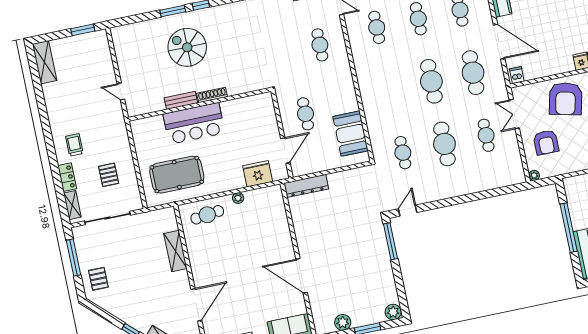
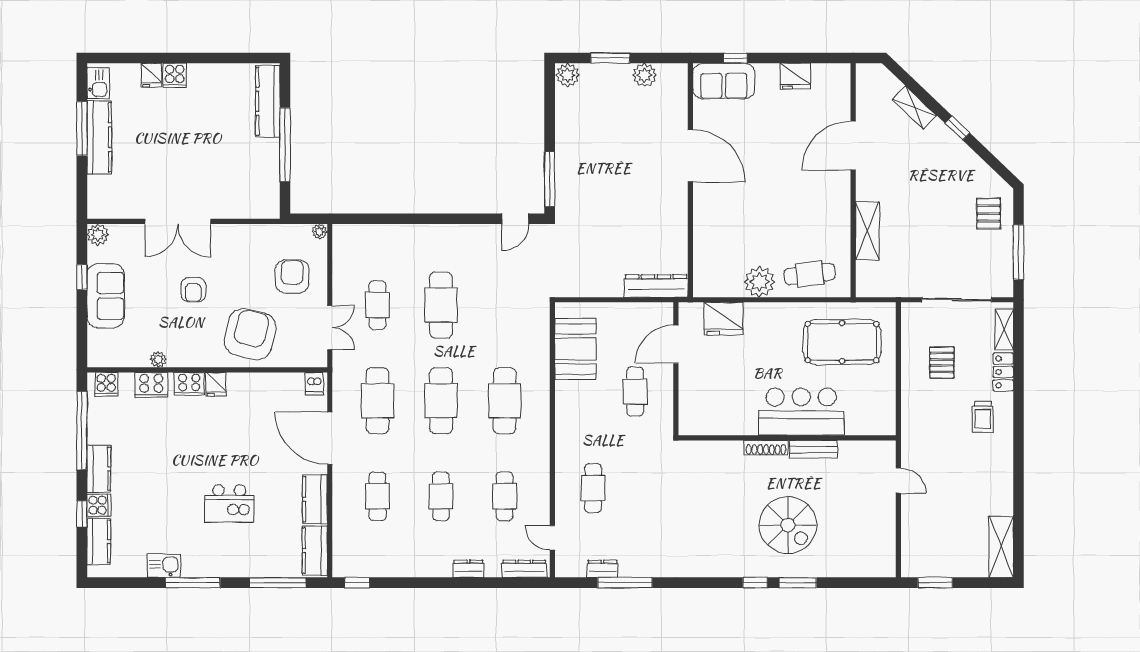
cafe table: (403, 153) -> (505, 401), moved, width x1.37, depth x1.35
plant: (238, 198) -> (760, 282), width x1.88, depth x1.88

